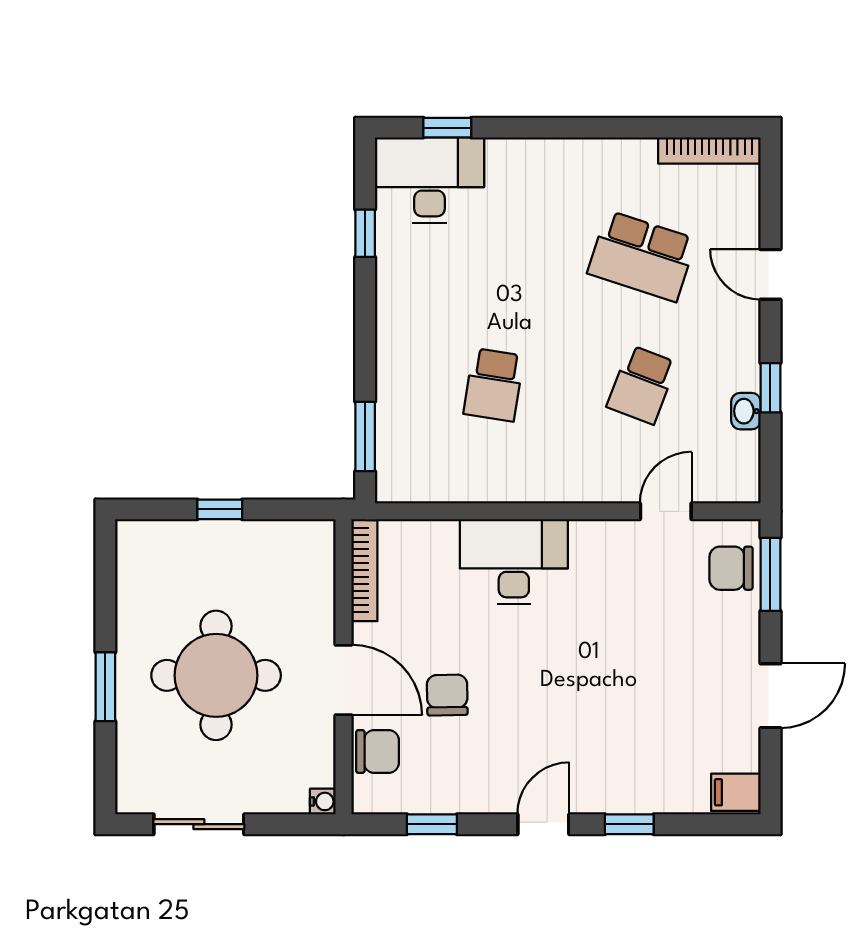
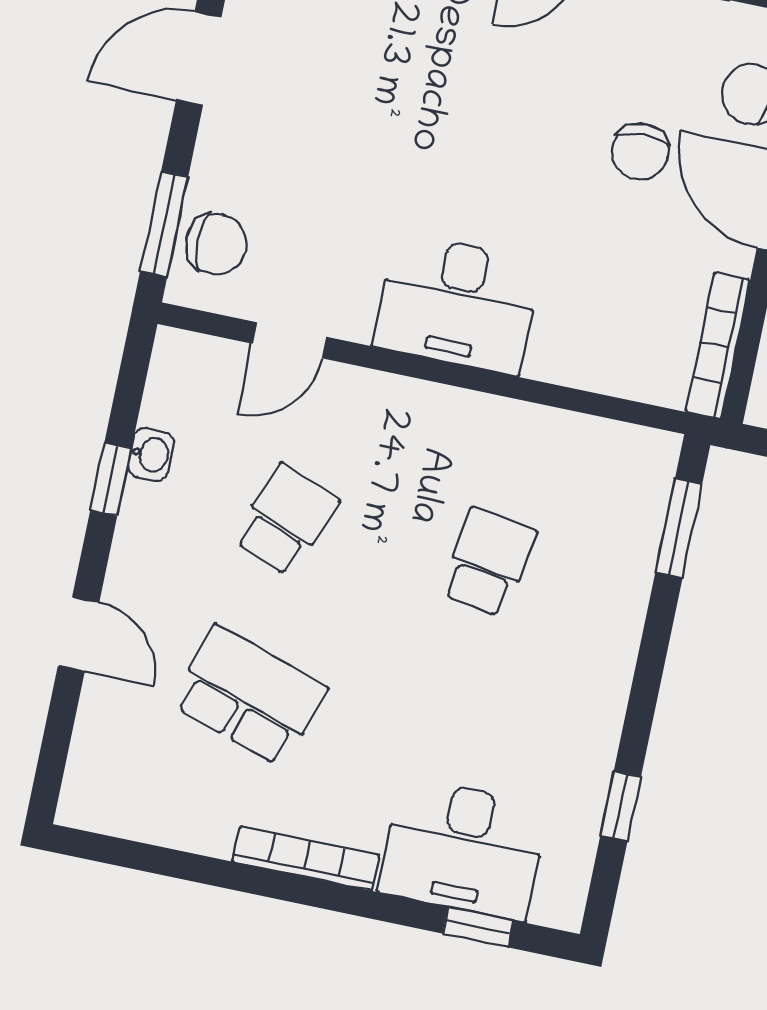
bookcase: (709, 151) -> (306, 858), moved
desk: (430, 180) -> (463, 849), moved
desk: (514, 562) -> (457, 304), moved

